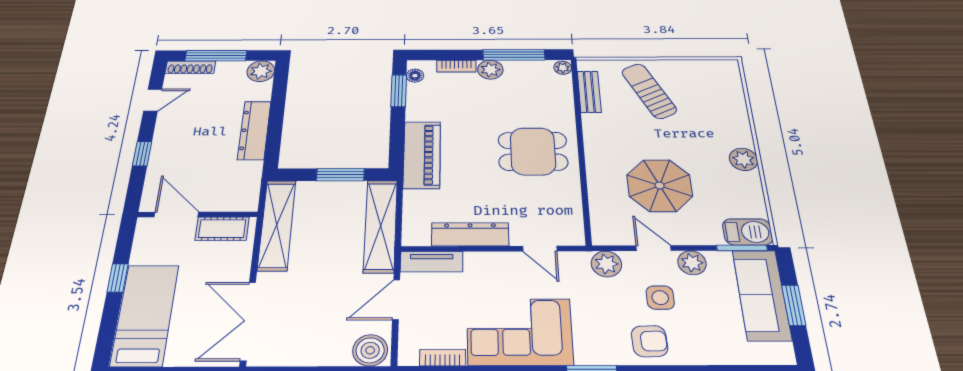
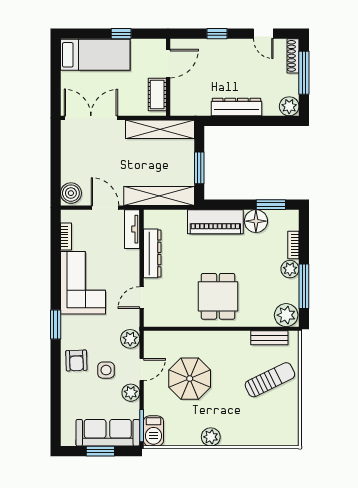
plant: (563, 68) -> (286, 315), width x1.88, depth x1.88
floor lamp: (415, 76) -> (256, 221), moved, width x1.89, depth x1.89

